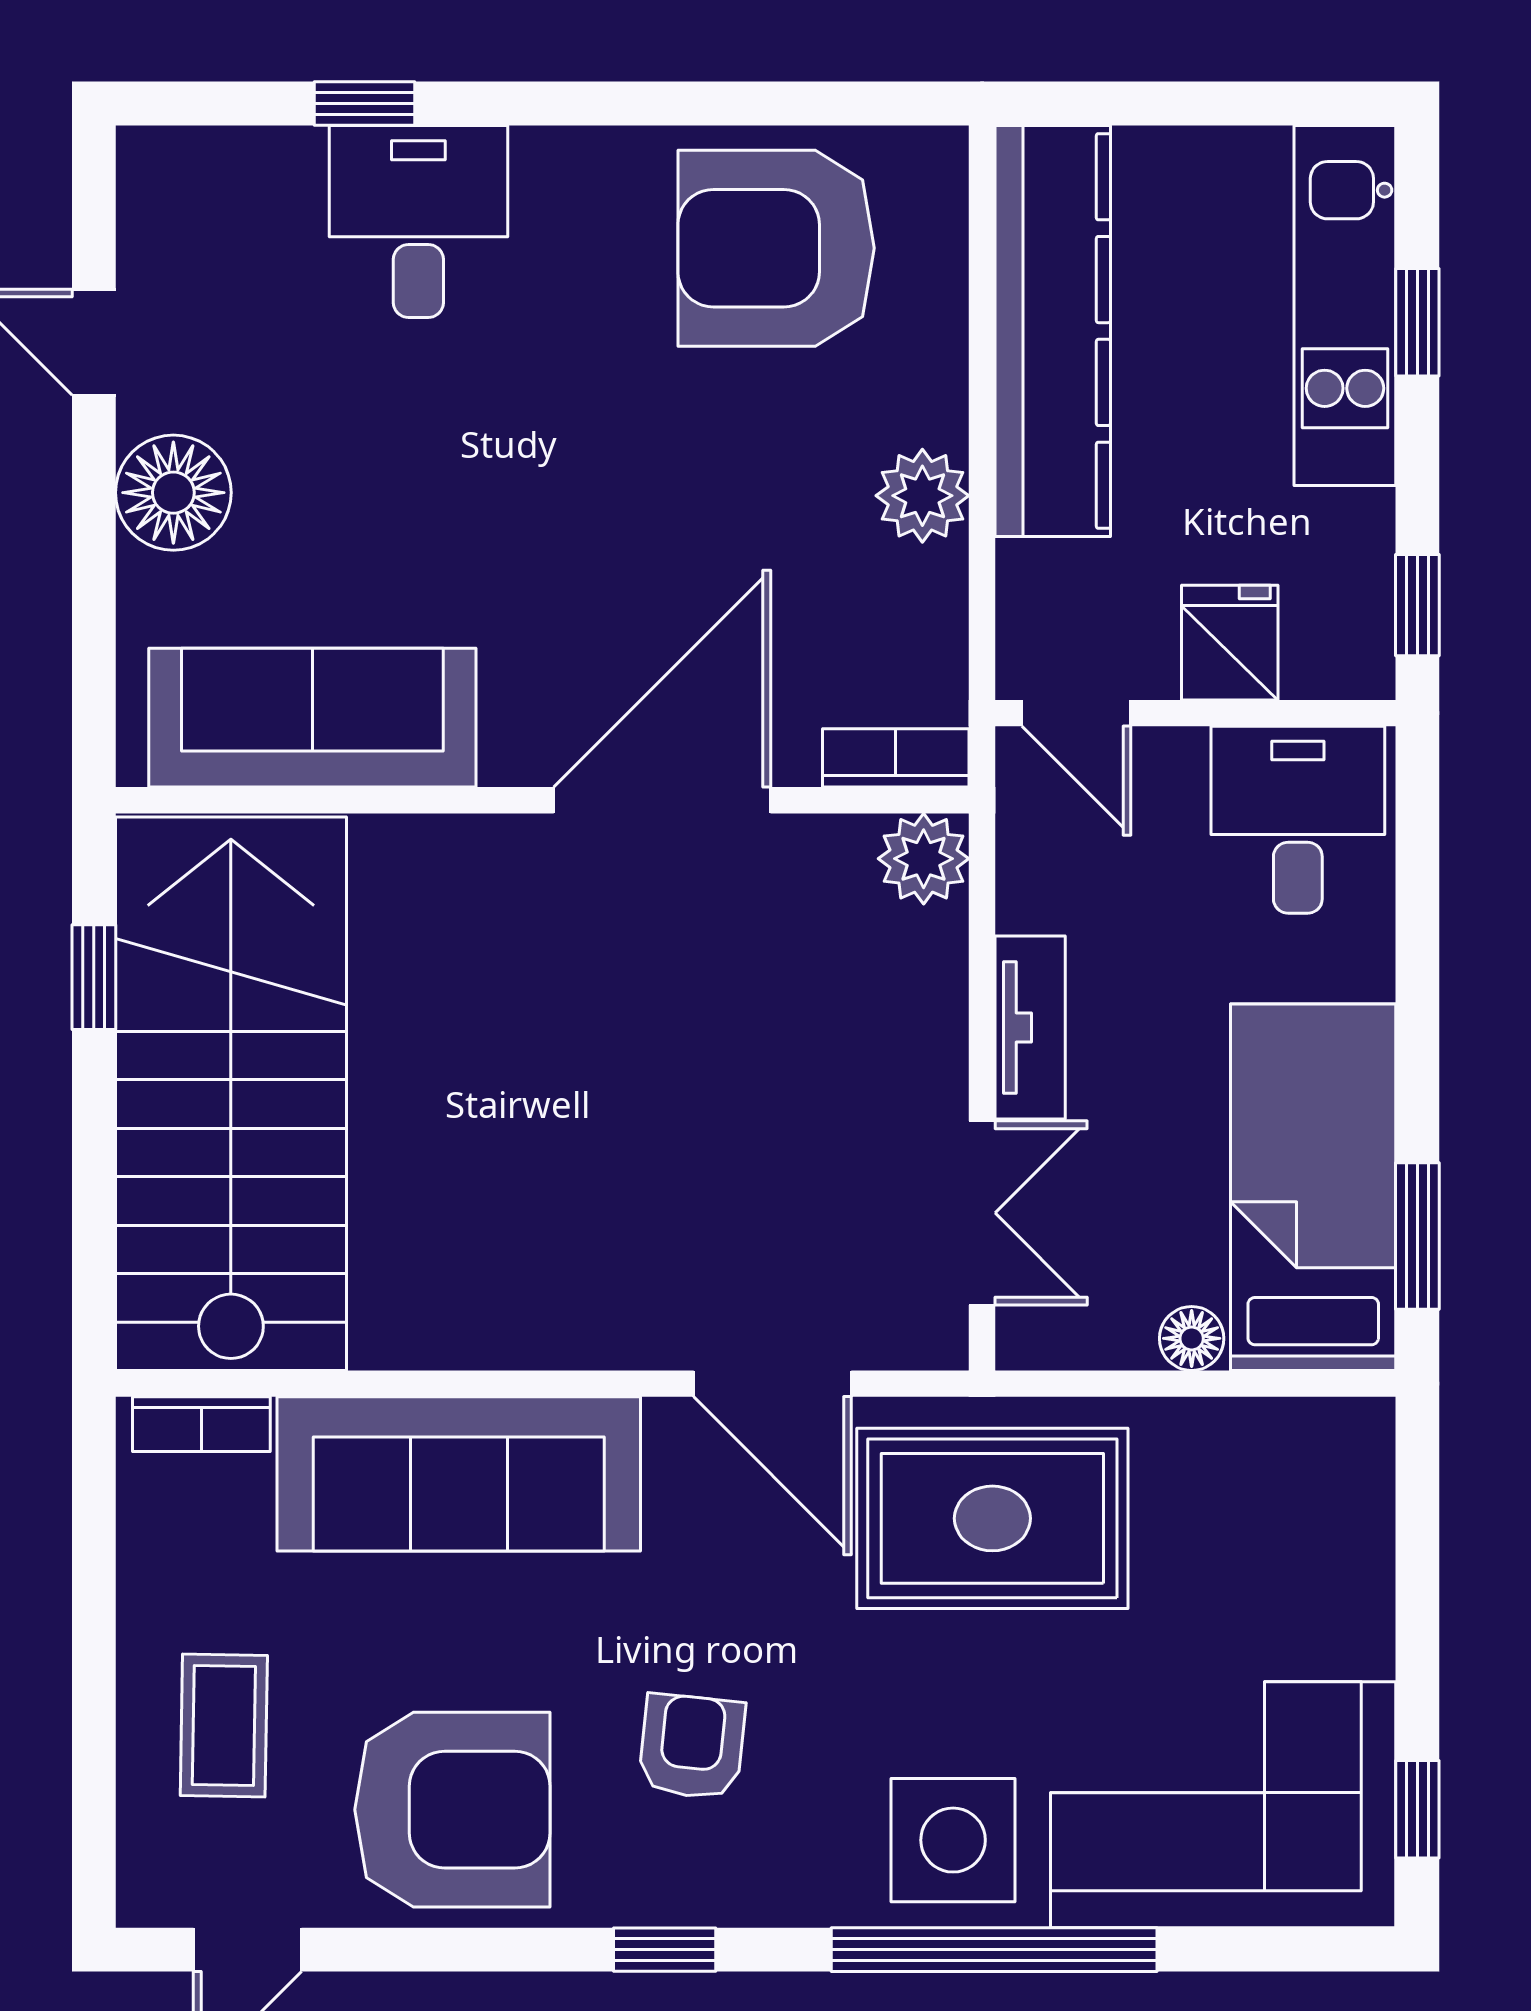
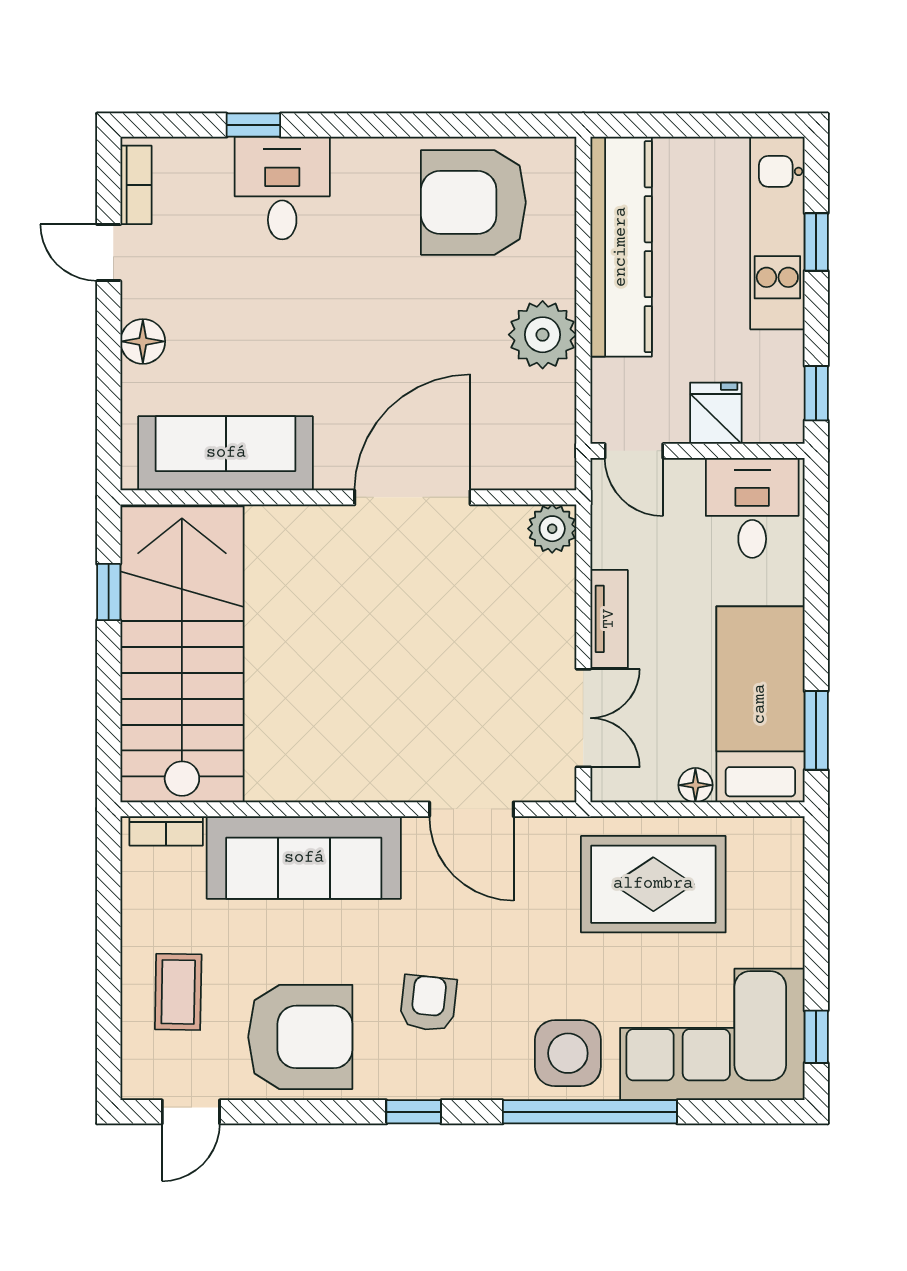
floor lamp: (173, 493) -> (143, 341), width x0.73, depth x0.73
plant: (922, 496) -> (543, 335), width x1.36, depth x1.36
bookcase: (896, 758) -> (136, 185), moved, turned 90
rug: (992, 1518) -> (653, 884), moved

